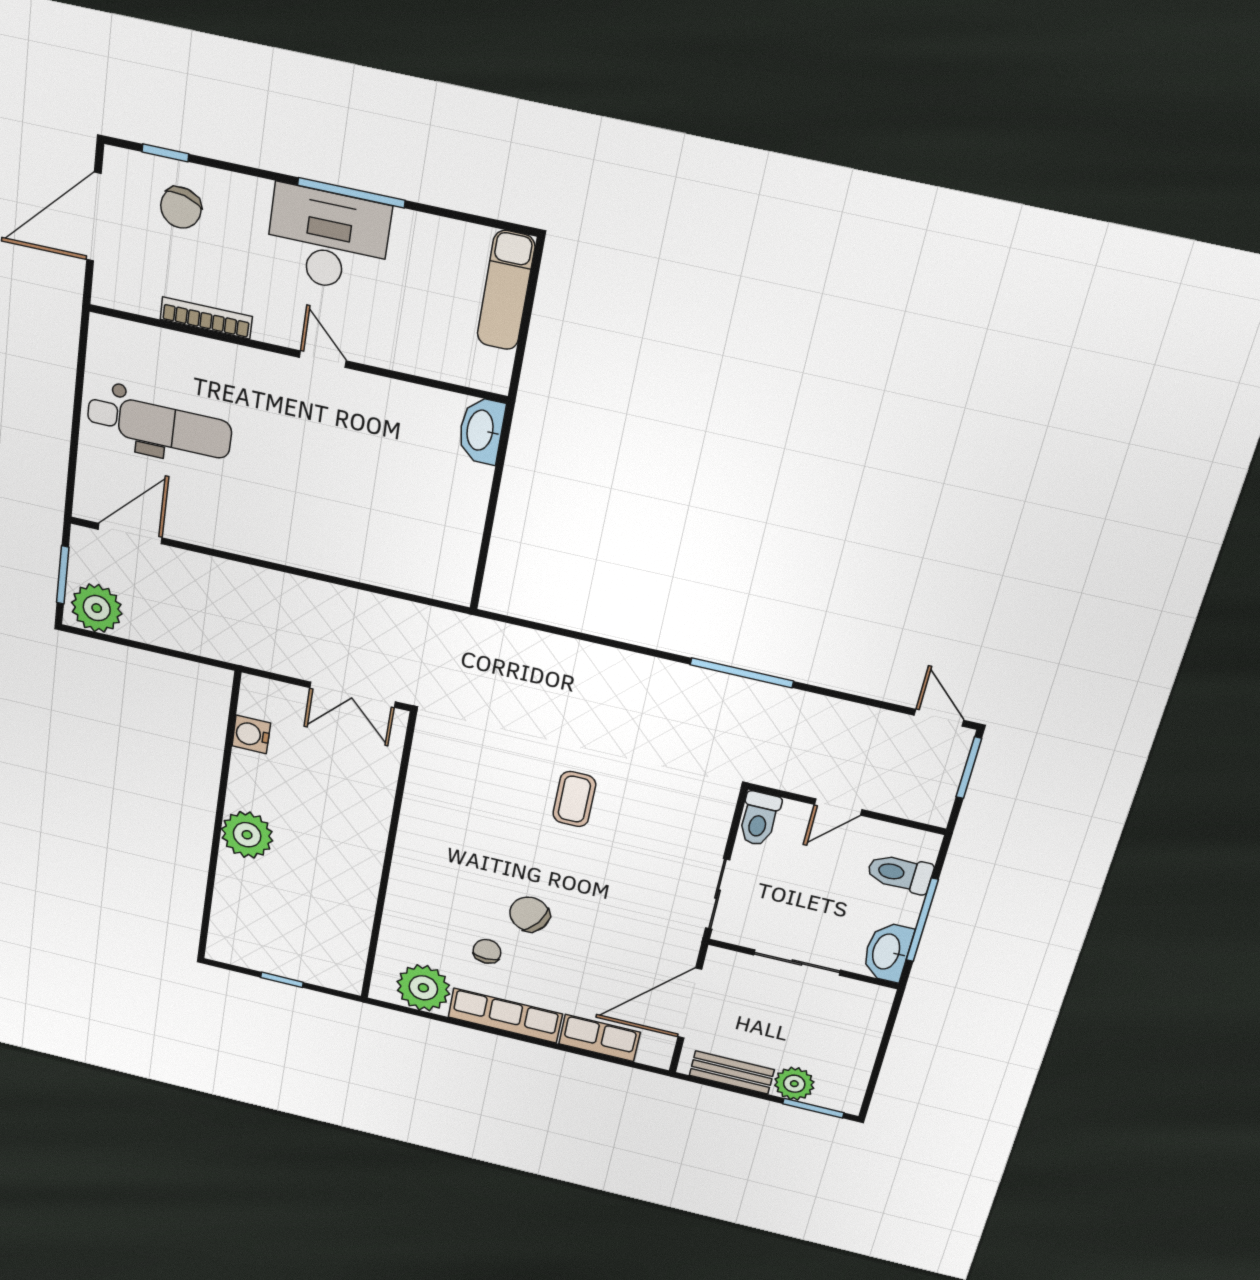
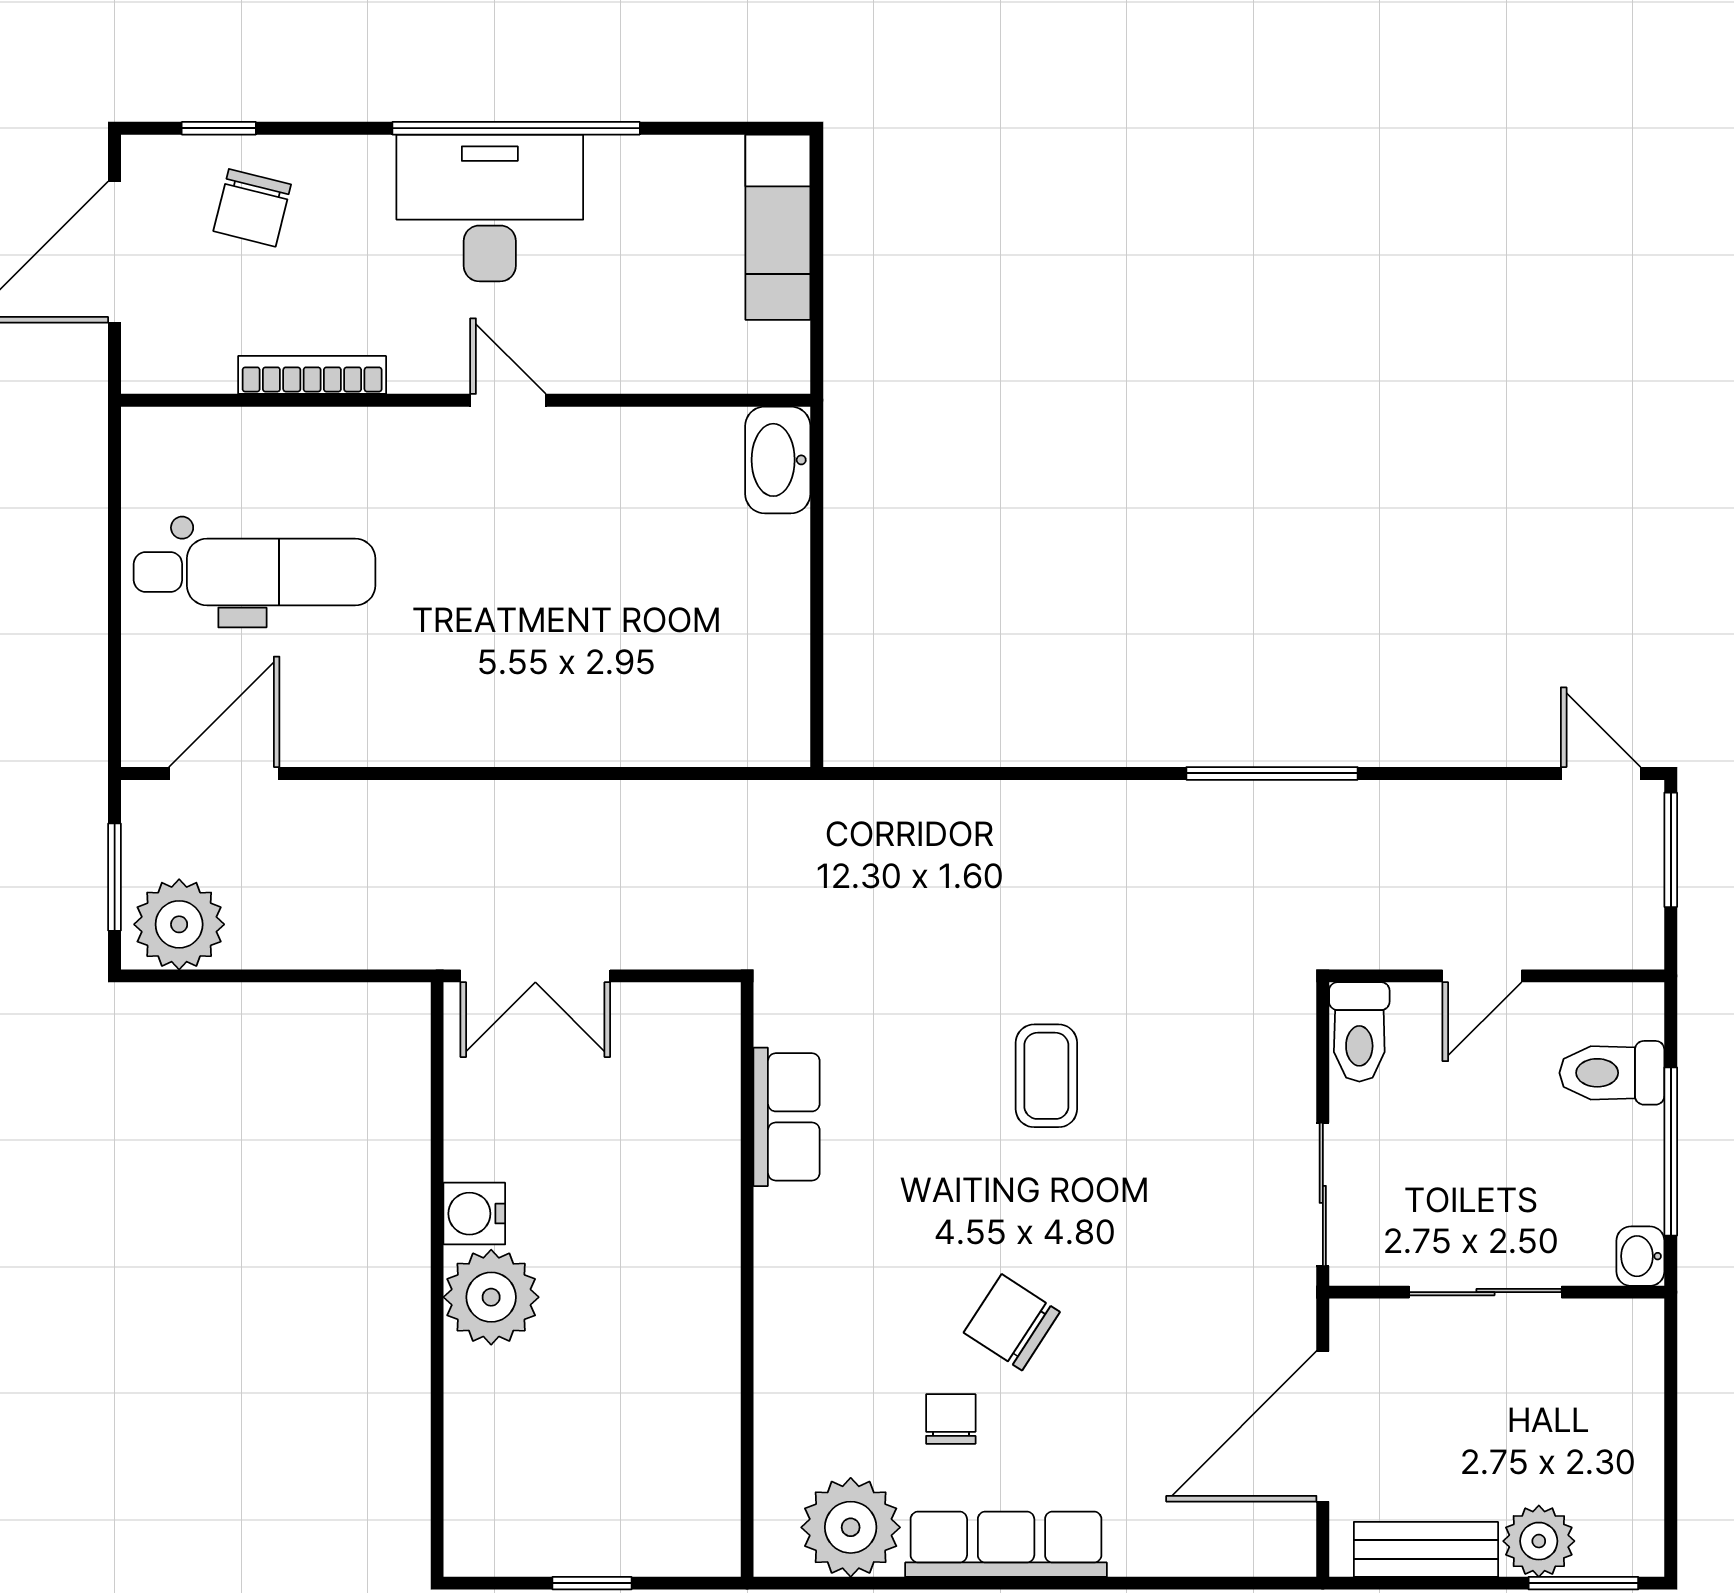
window: (351, 193) -> (516, 128), width x1.46
double door: (352, 695) -> (535, 976), moved
water cooler: (251, 734) -> (474, 1214), moved
washbasin: (887, 952) -> (1640, 1256), width x0.52, depth x0.69
row of seats: (599, 1038) -> (787, 1117), moved, turned 90

